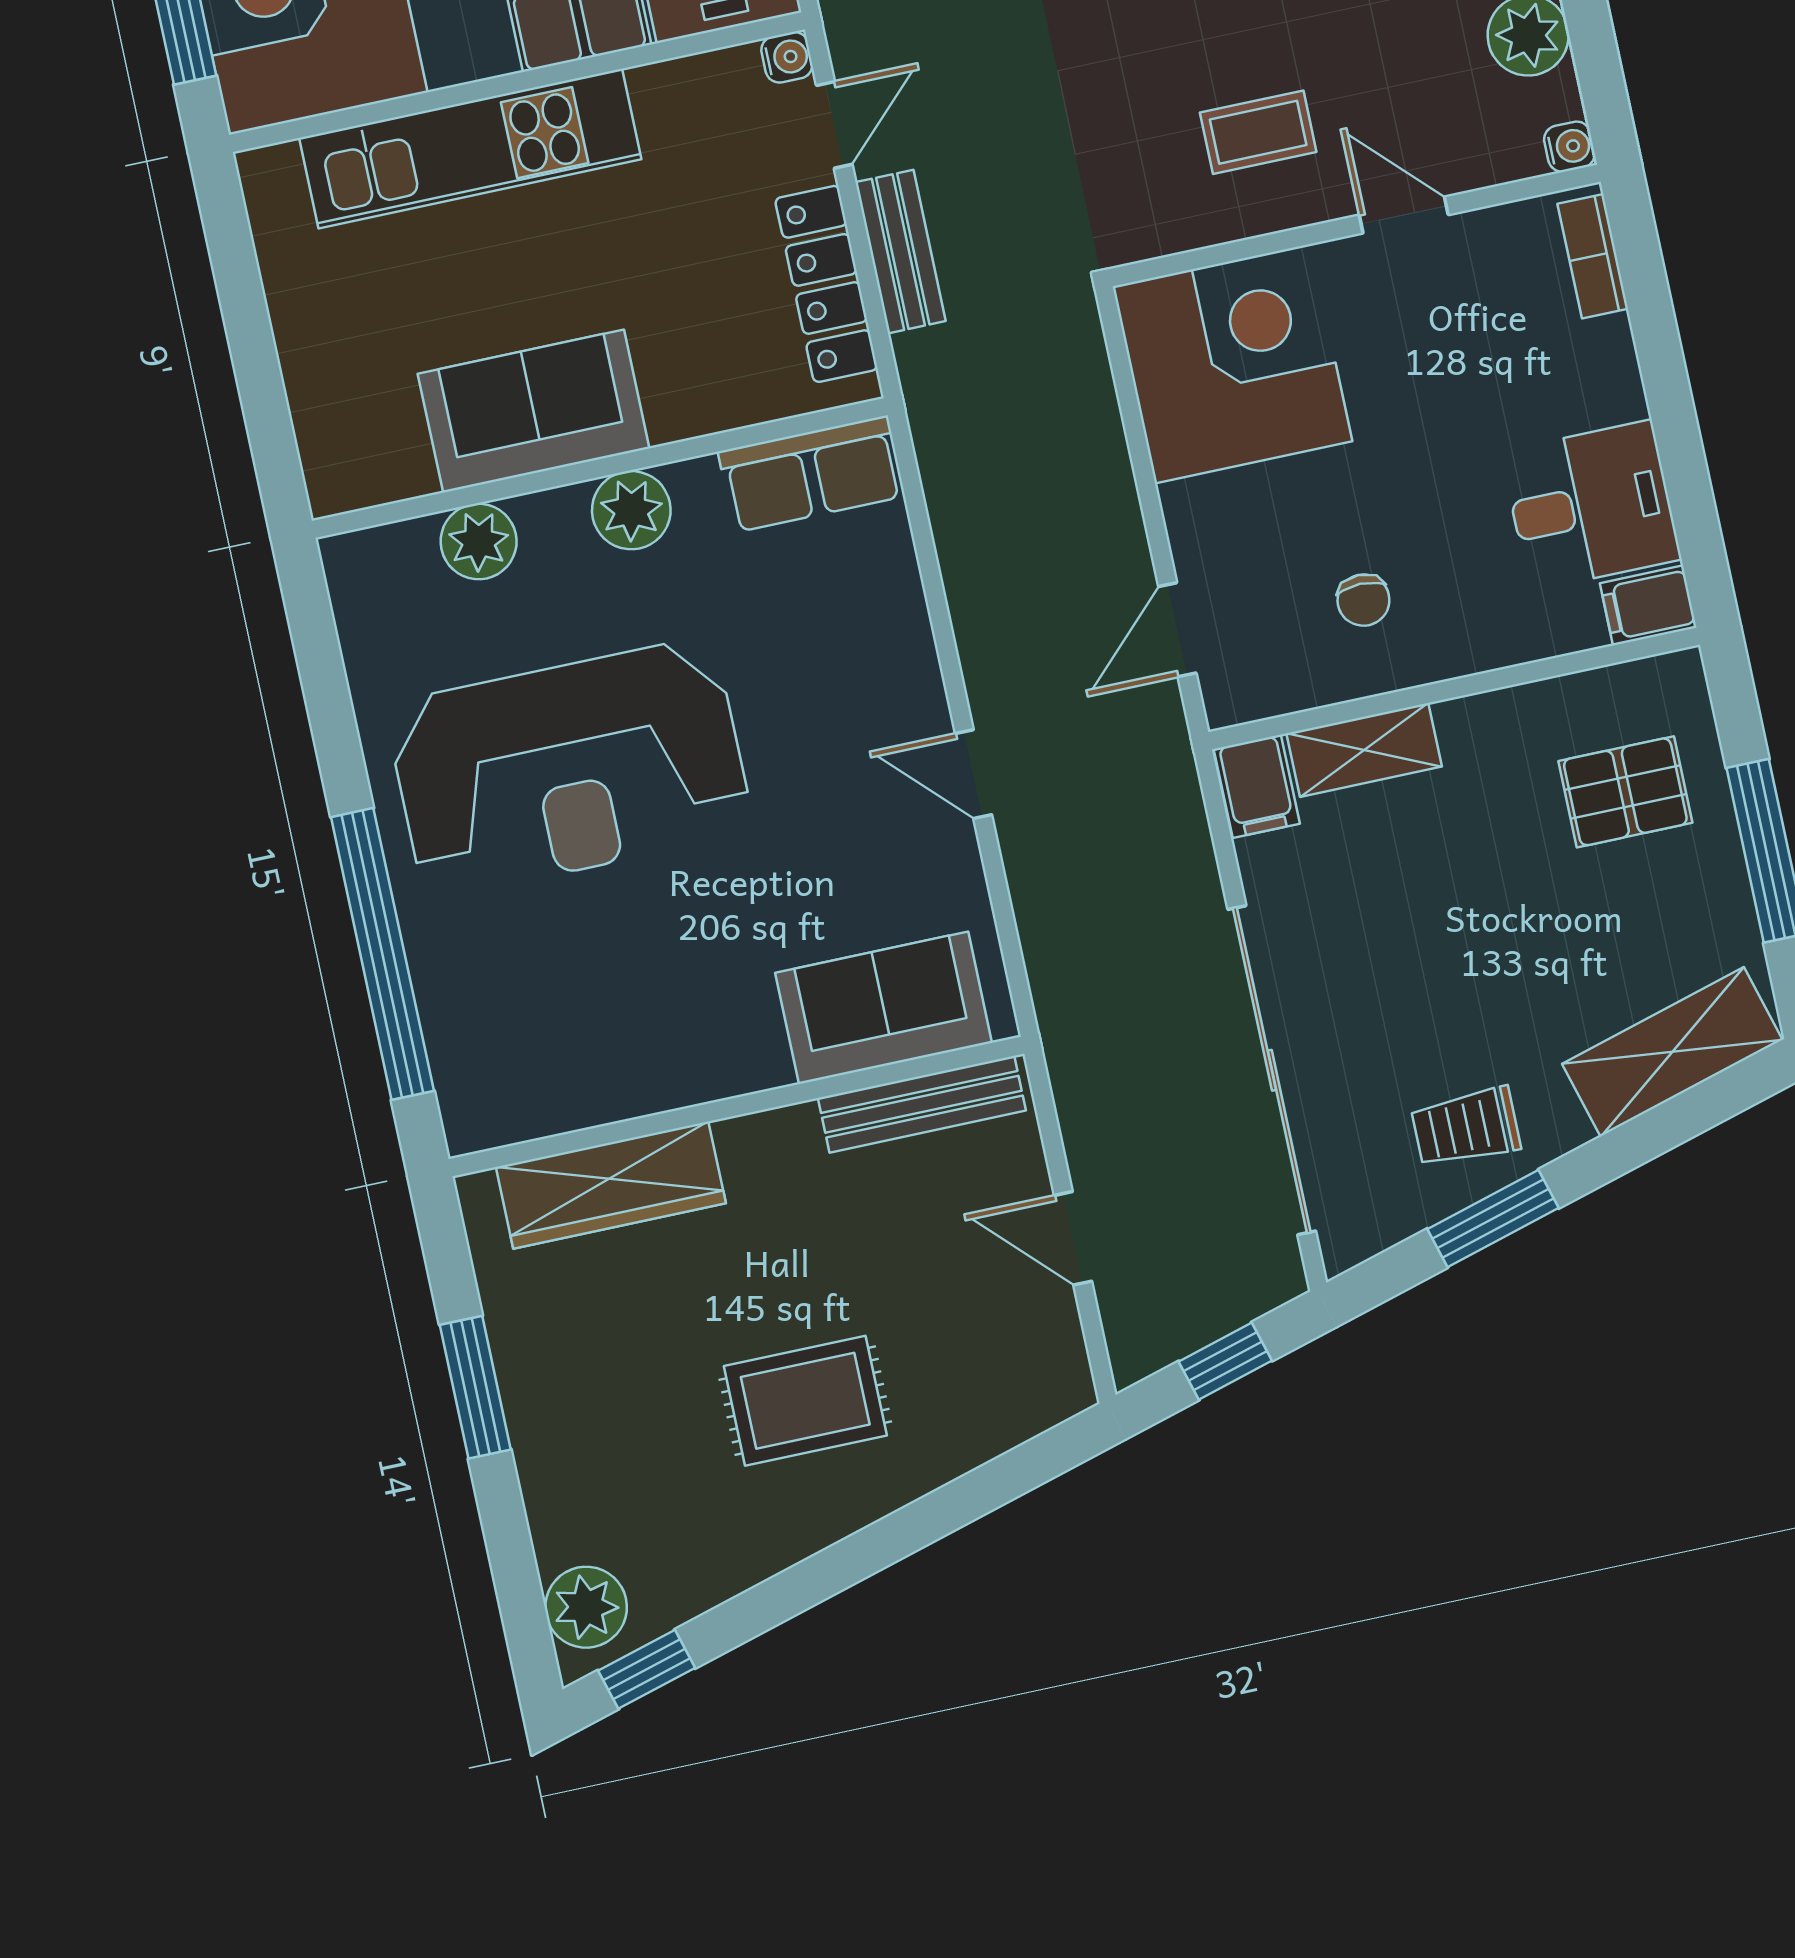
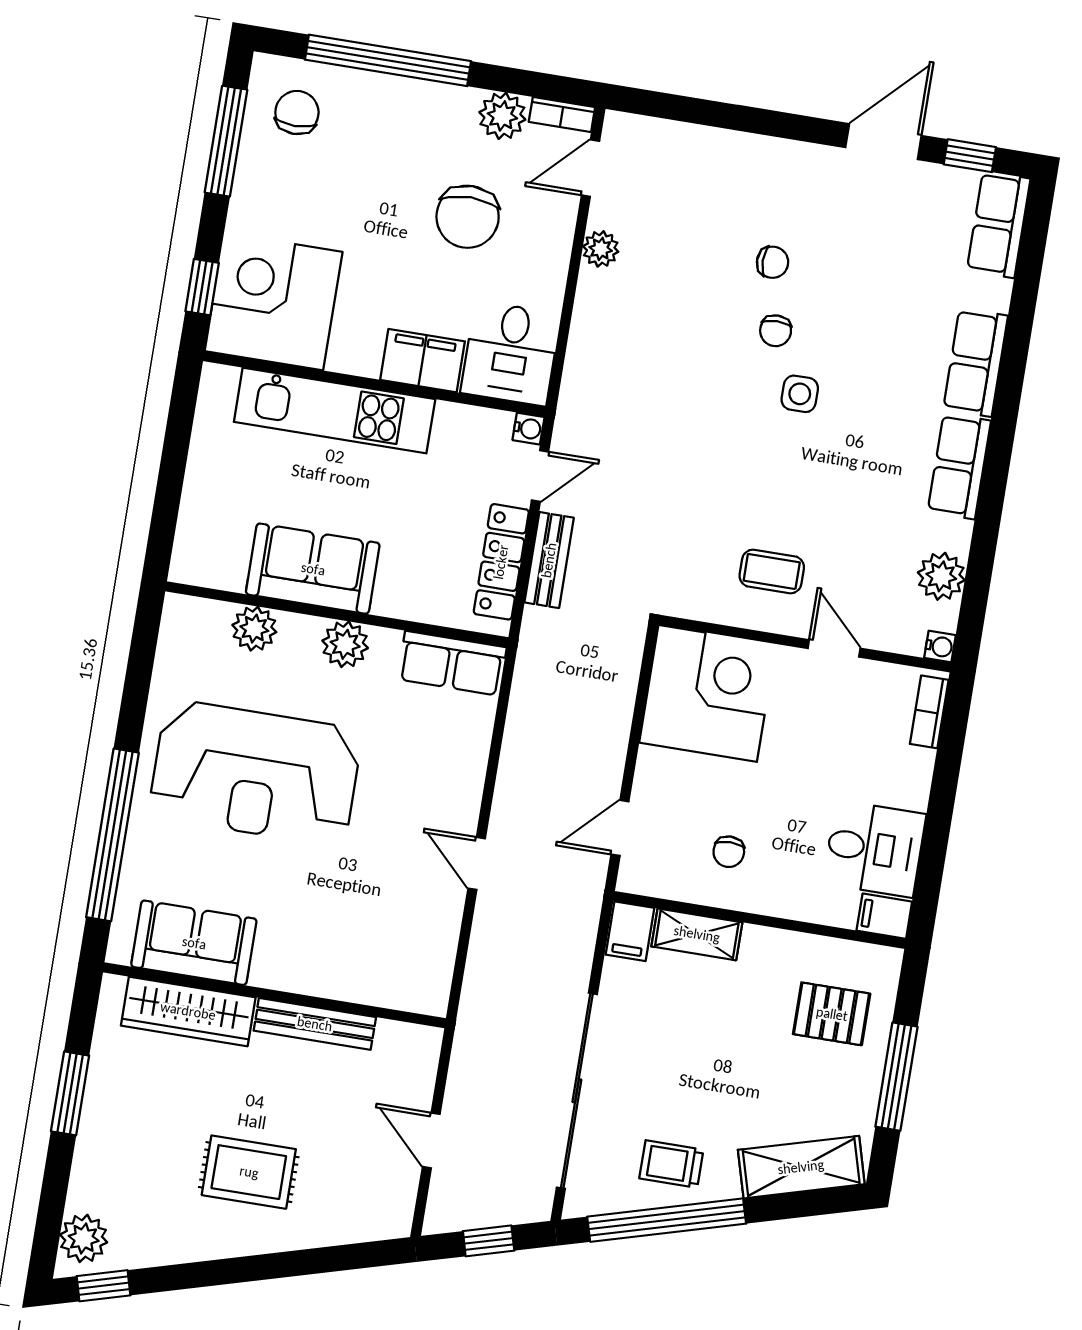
sofa: (884, 1008) -> (194, 943), moved
bench: (922, 1104) -> (315, 1024), moved
window: (1493, 1218) -> (667, 1220), width x2.11

